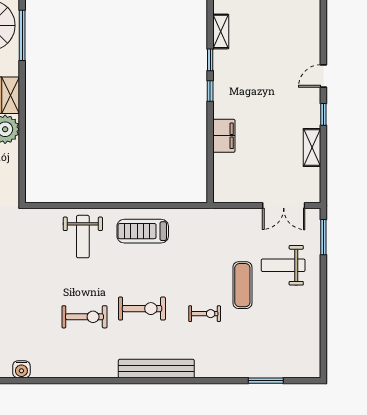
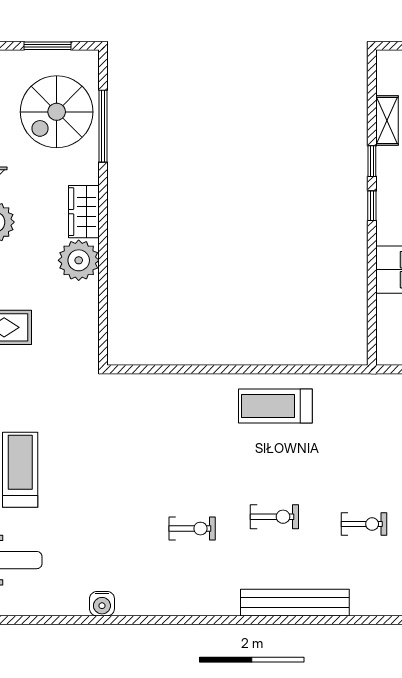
weight bench: (83, 237) -> (190, 414), removed
exercise bike: (142, 309) -> (274, 517), width x0.73, depth x0.72
exercise bike: (85, 317) -> (192, 529), width x0.73, depth x0.72

